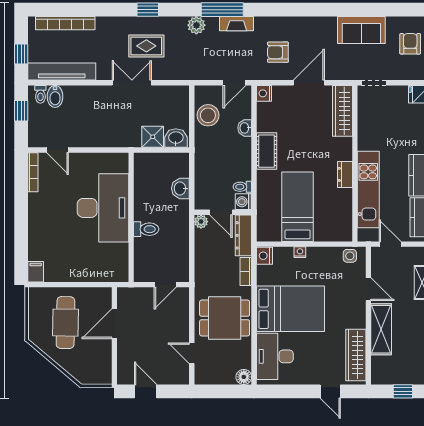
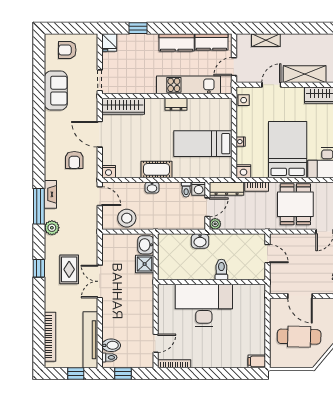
washbasin: (245, 128) -> (152, 188), moved
washbasin: (180, 188) -> (200, 241), moved

